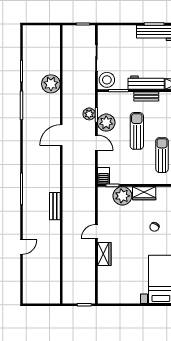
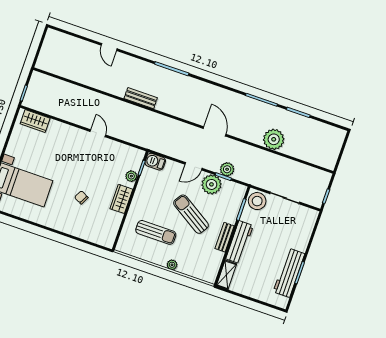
sun lounger: (137, 131) -> (191, 214), turned -148
plant: (122, 196) -> (131, 176), width x0.53, depth x0.53
wardrobe: (104, 254) -> (35, 121), moved

